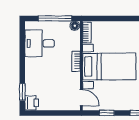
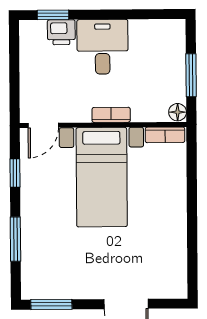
window: (55, 18) -> (191, 75), width x0.69
desk: (40, 43) -> (103, 47), moved
printer: (32, 103) -> (61, 32), moved

